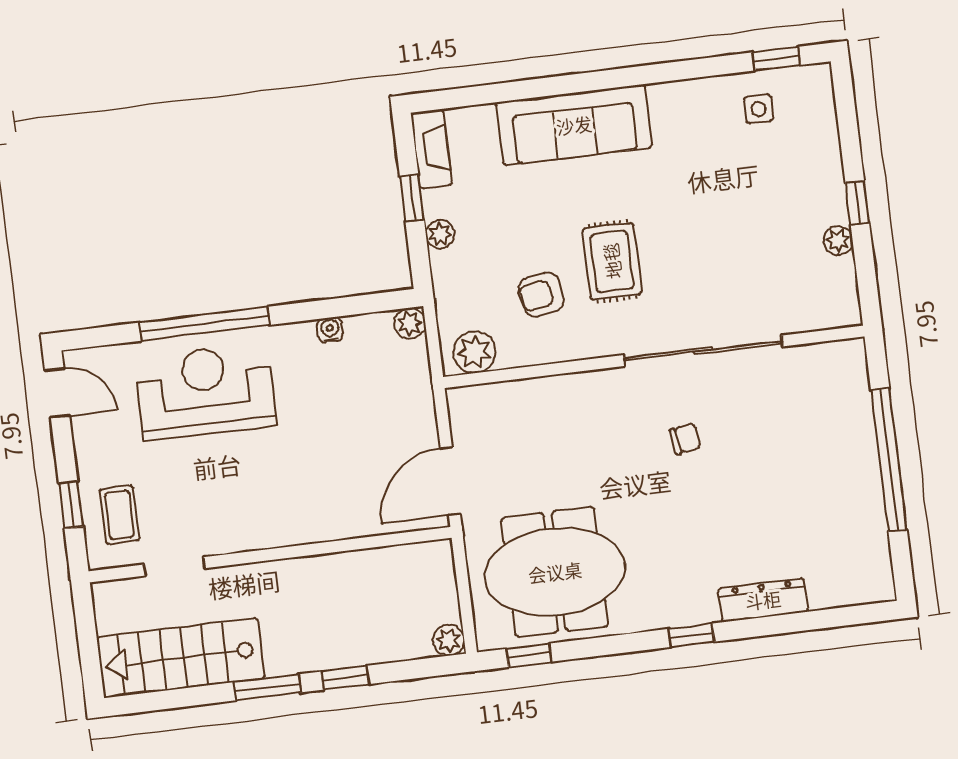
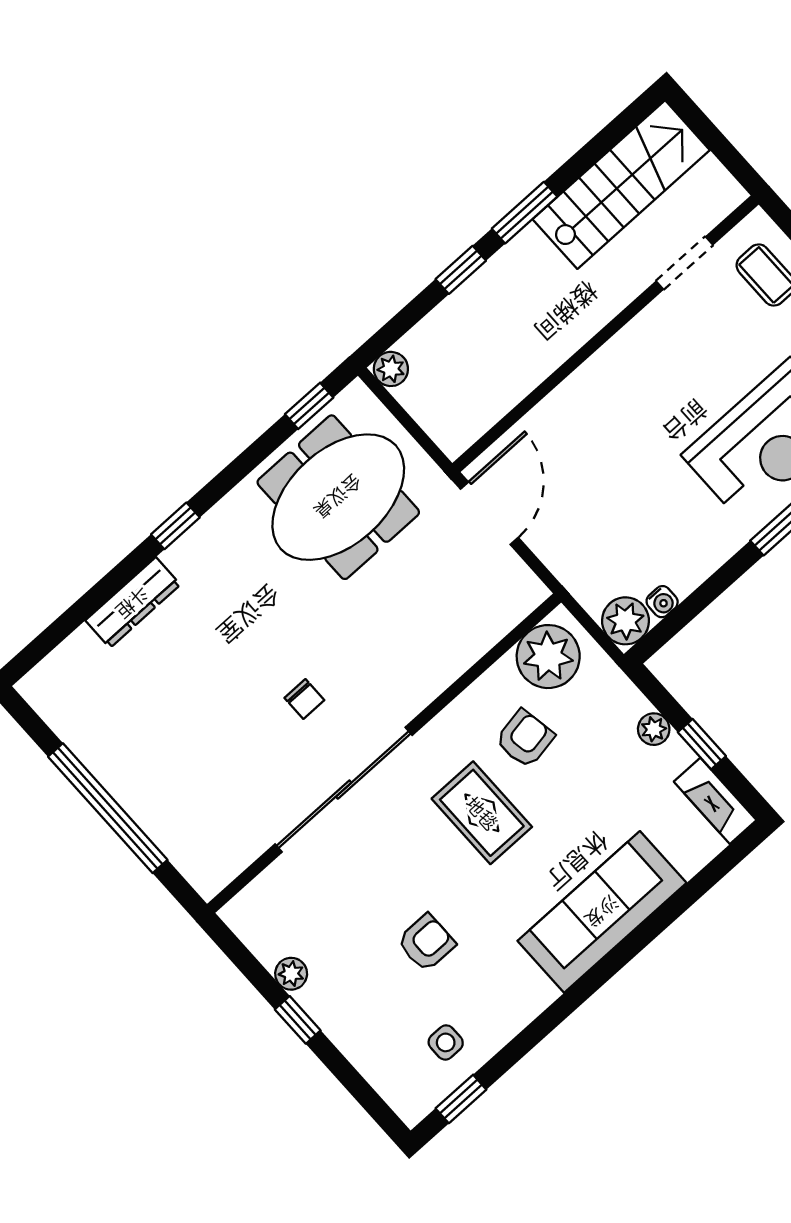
armchair: (721, 193) -> (426, 943), added
plant: (410, 323) -> (626, 621), width x1.38, depth x1.38
water cooler: (330, 330) -> (662, 602), moved
plant: (474, 352) -> (548, 657), width x1.36, depth x1.36
chair: (685, 439) -> (304, 699), turned -81

